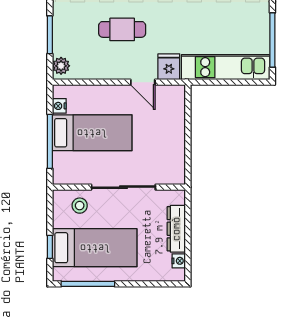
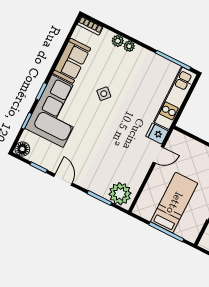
cafe table: (122, 29) -> (119, 151), removed
plant: (61, 66) -> (120, 194), width x1.88, depth x1.88
nightstand: (59, 106) -> (147, 215), removed

